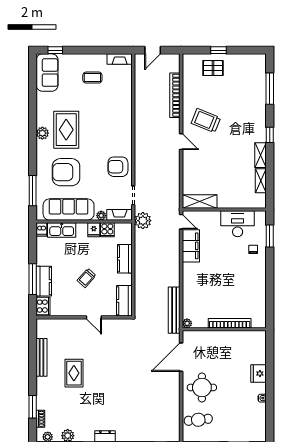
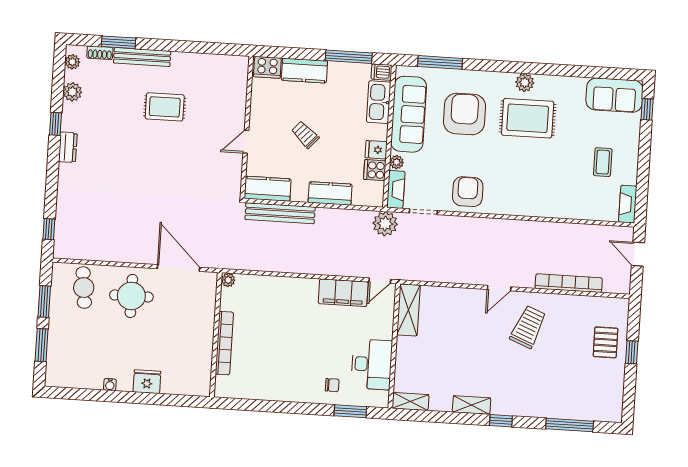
shelving: (261, 181) -> (410, 402), moved
window: (33, 279) -> (349, 57), moved
bench: (174, 310) -> (280, 213), moved
bench: (42, 357) -> (142, 57), moved

